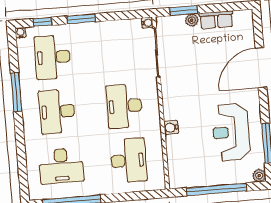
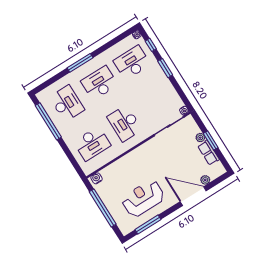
window: (184, 11) -> (211, 141), moved
window: (16, 92) -> (80, 63), moved
desk: (124, 106) -> (125, 123), turned -90
water cooler: (171, 128) -> (96, 178), moved
desk: (61, 166) -> (67, 103), turned 180
plant: (259, 176) -> (205, 180), moved

